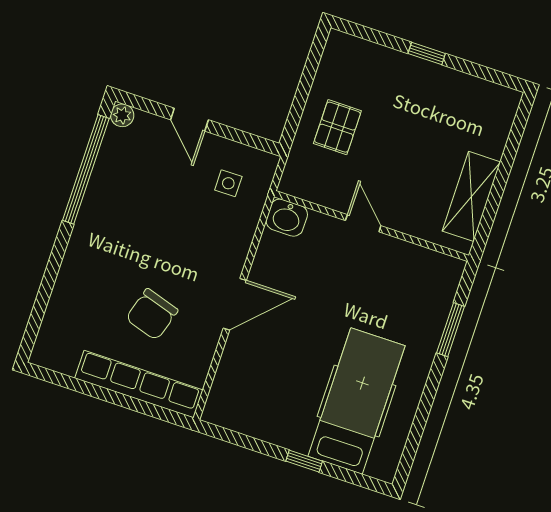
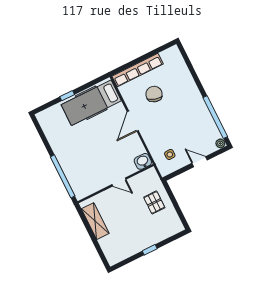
window: (451, 330) -> (63, 176), width x2.11
hospital bed: (357, 401) -> (91, 103), moved, turned 90

